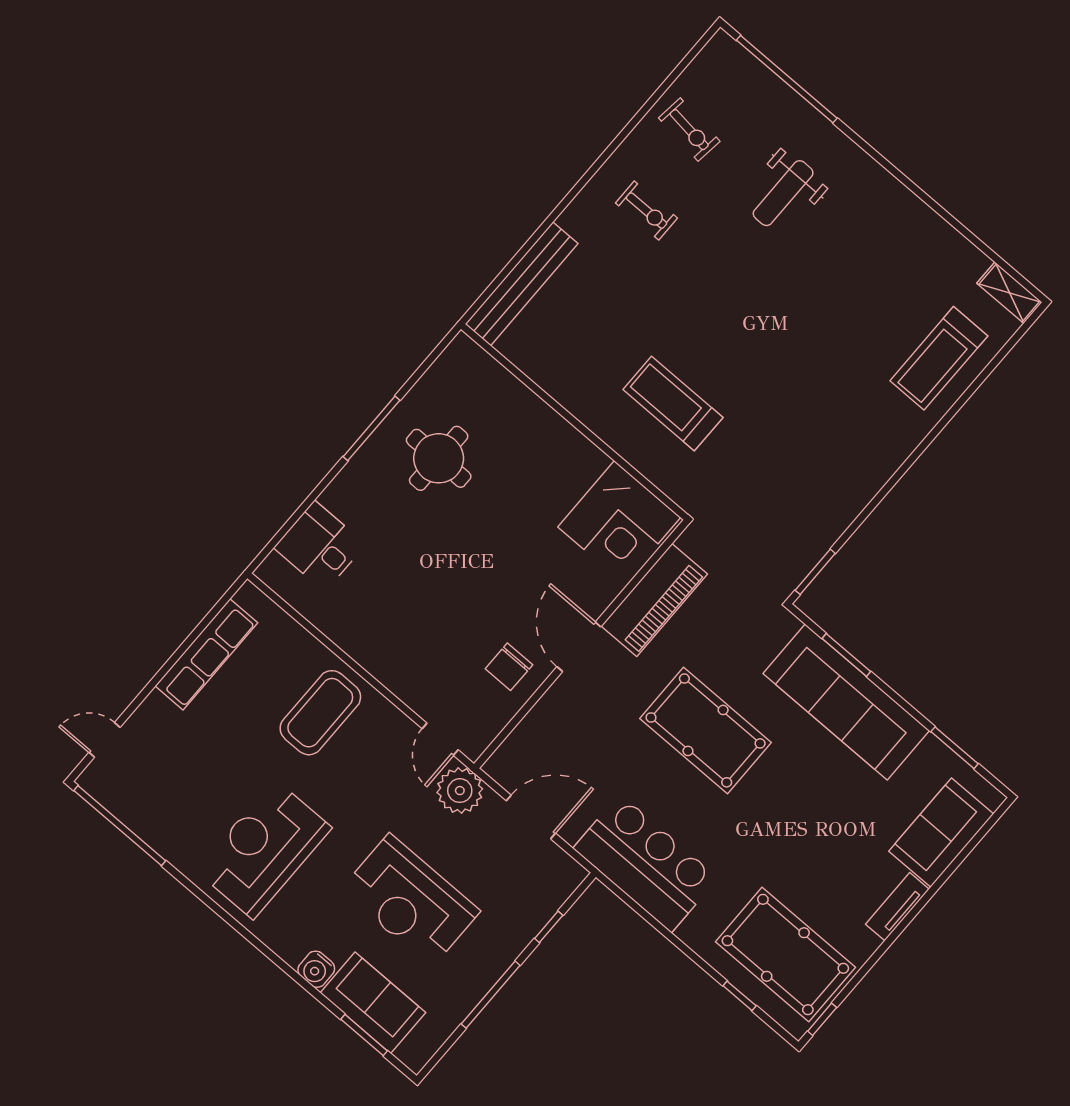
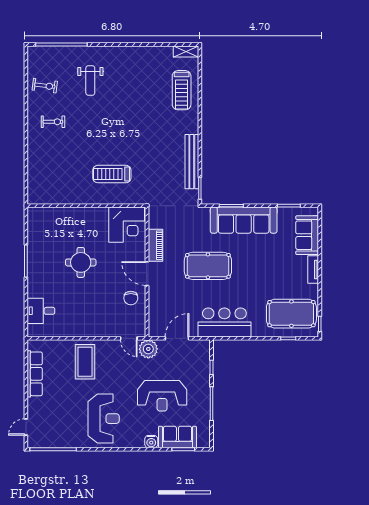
bench: (522, 284) -> (192, 162), moved
round table: (439, 458) -> (81, 262), moved
piano: (654, 600) -> (156, 245), width x0.73, depth x0.75
reception desk: (264, 849) -> (104, 419), turned 180

